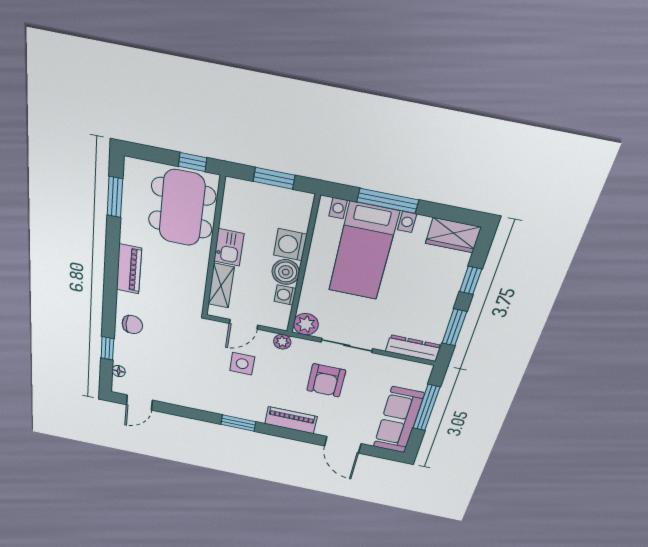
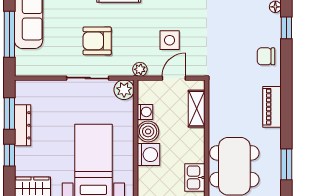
kitchen sink: (229, 247) -> (195, 178), moved
dresser: (413, 348) -> (23, 125), moved, turned -90
armchair: (326, 380) -> (97, 41), turned -90

